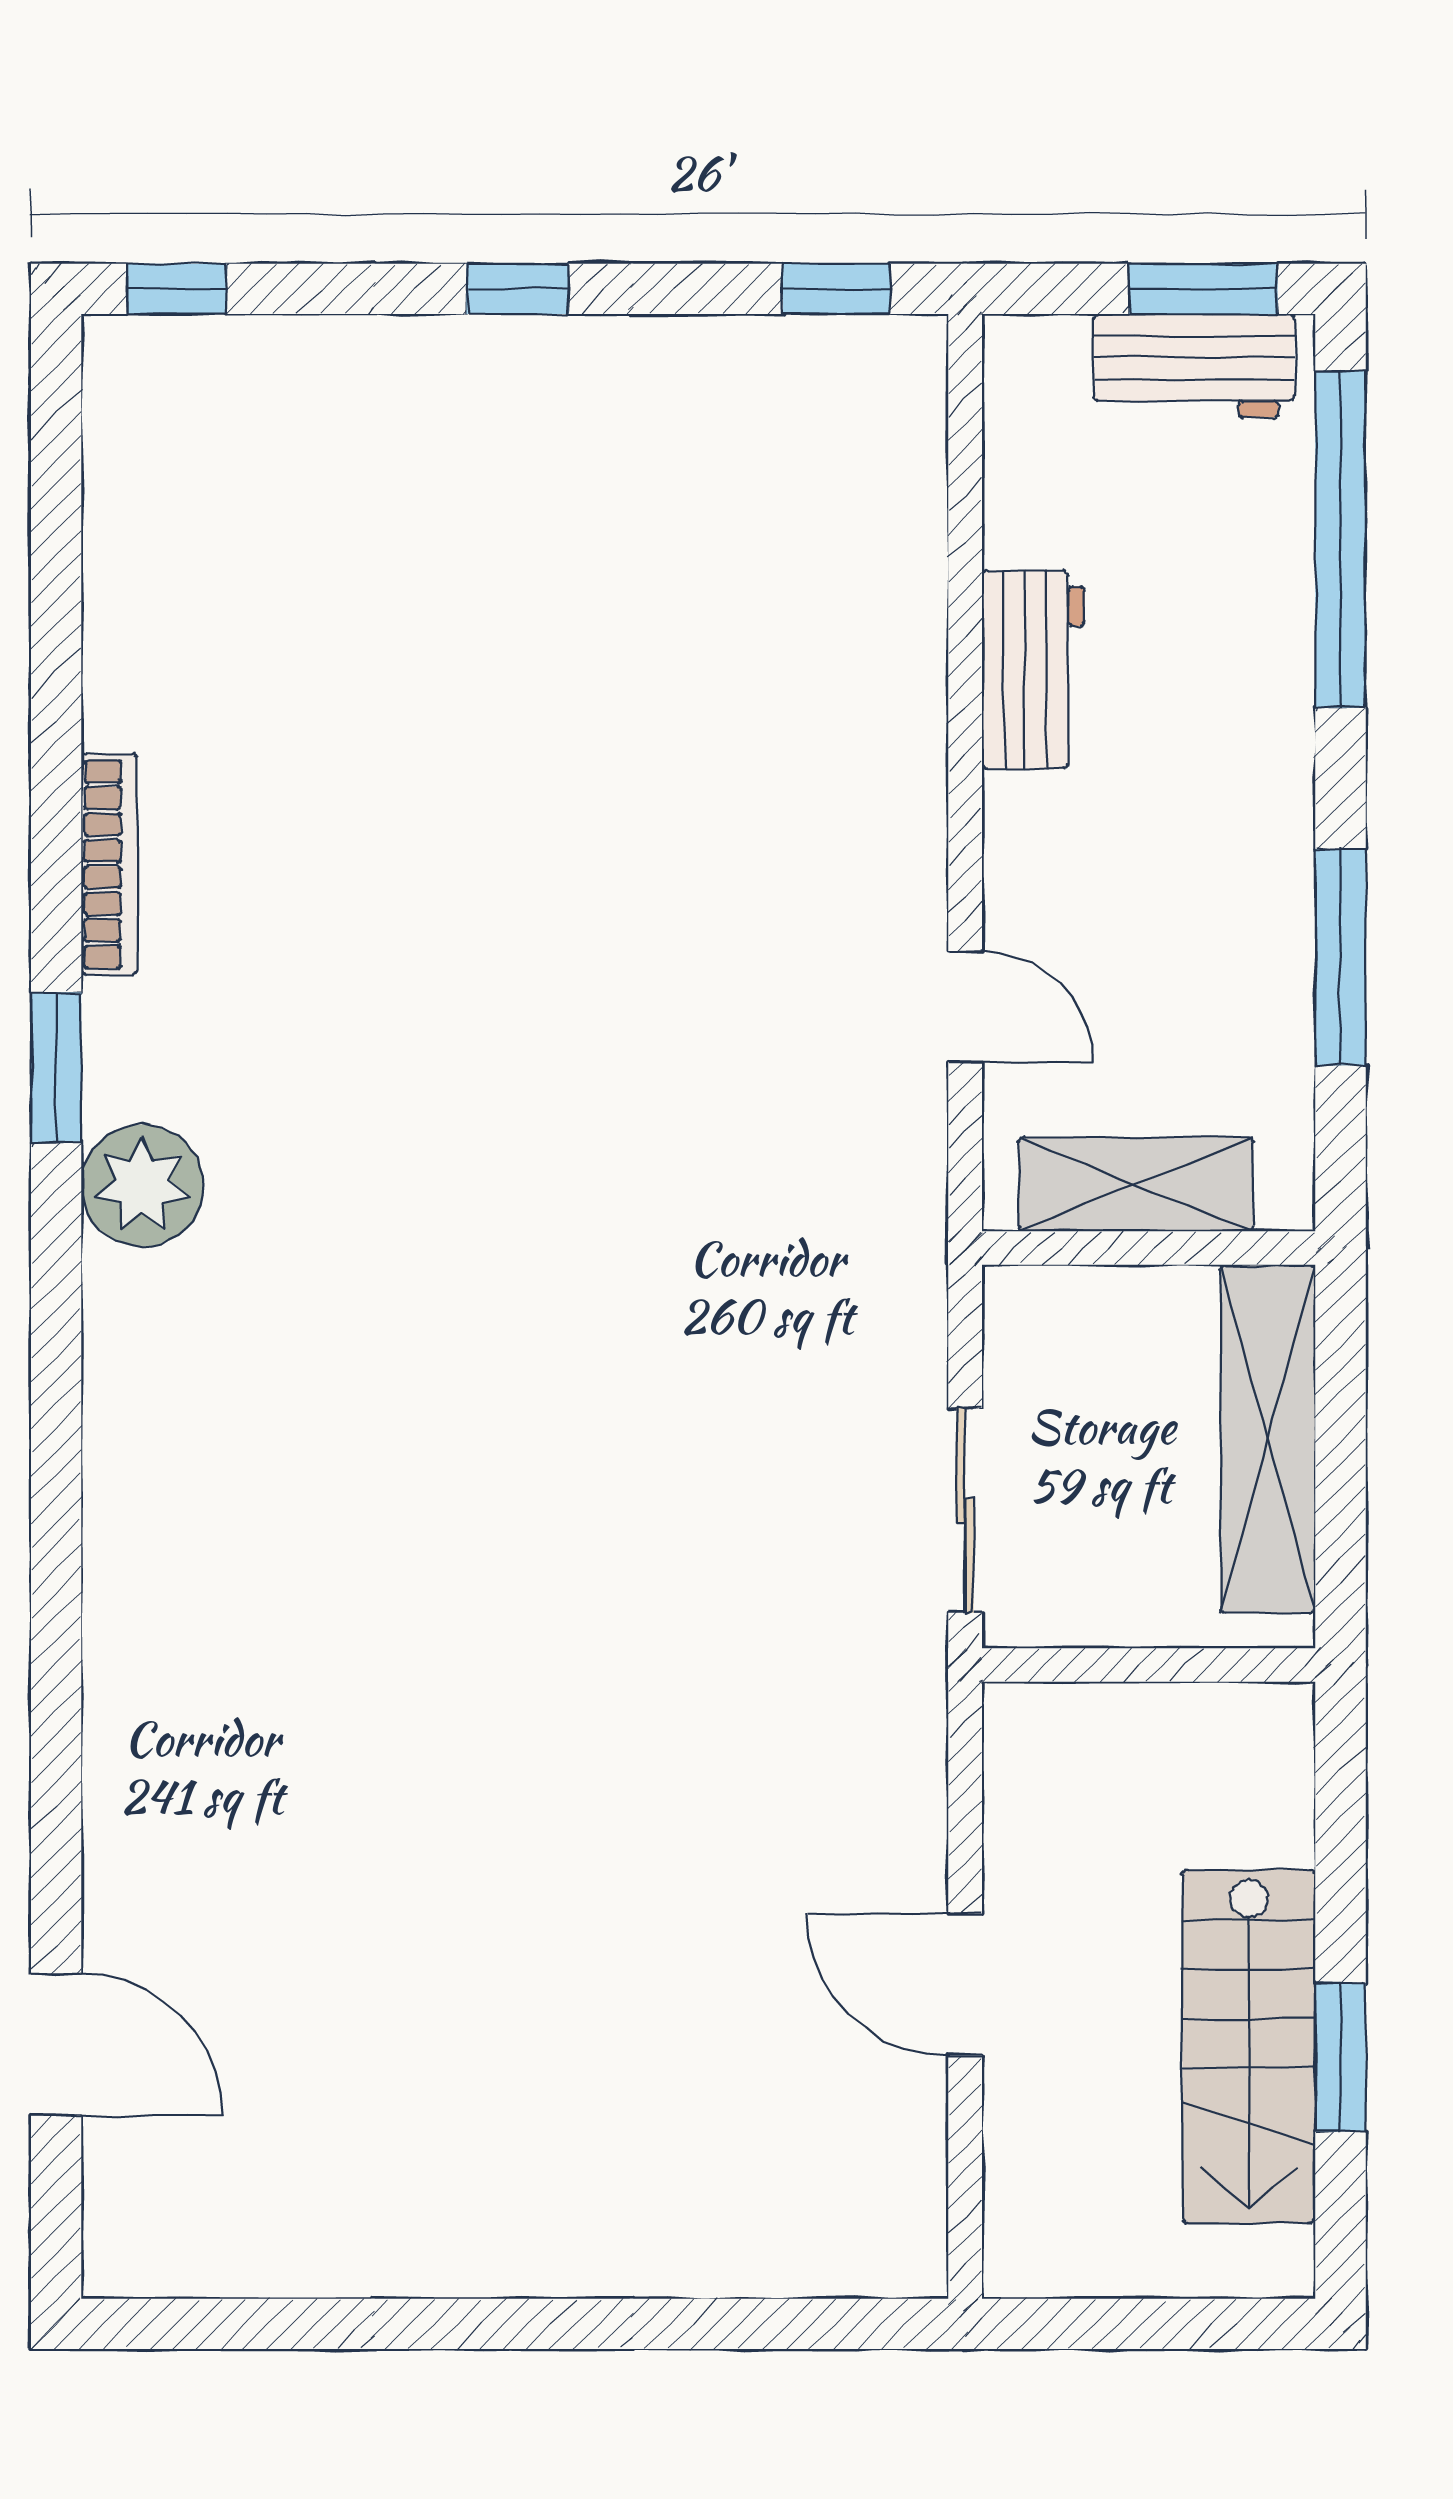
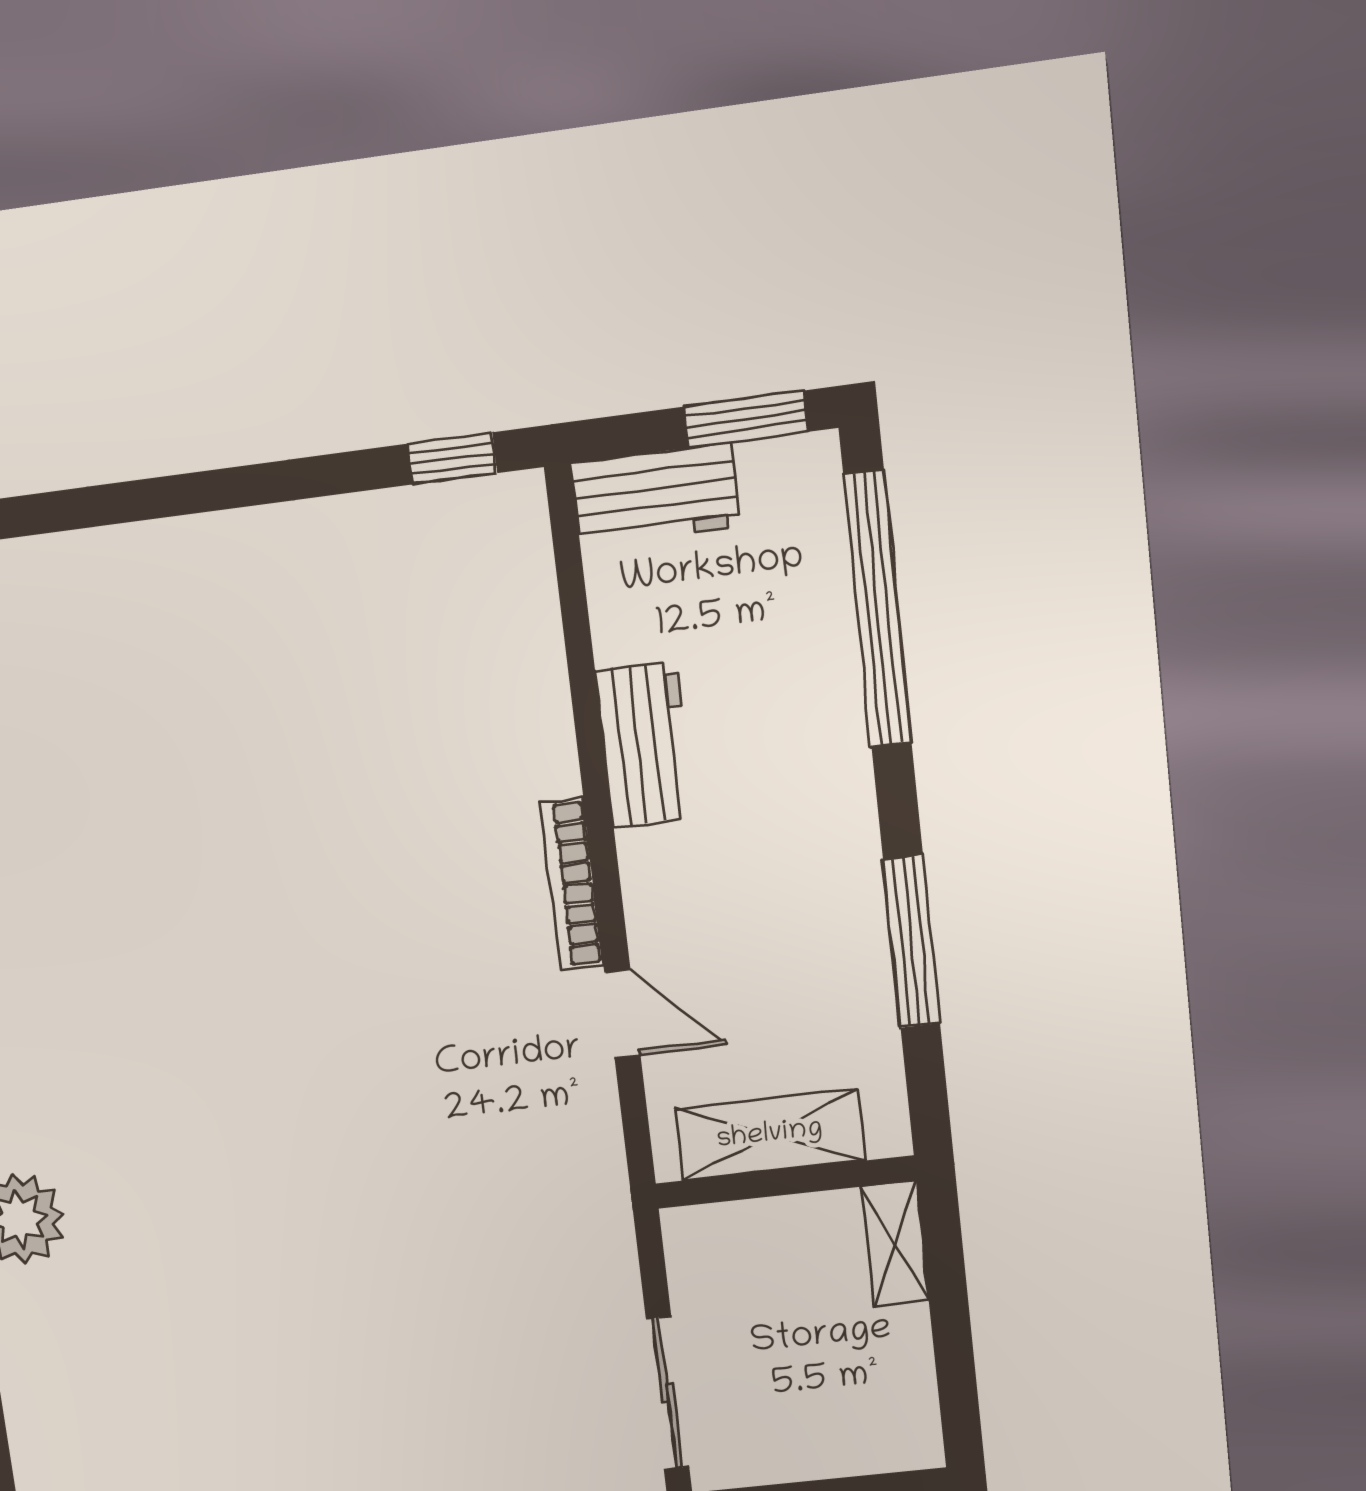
window: (517, 289) -> (202, 492), removed
workbench: (1194, 366) -> (655, 495), moved
bookcase: (921, 833) -> (572, 884), added
shelving: (1268, 1439) -> (895, 1243), width x0.45, depth x0.75

